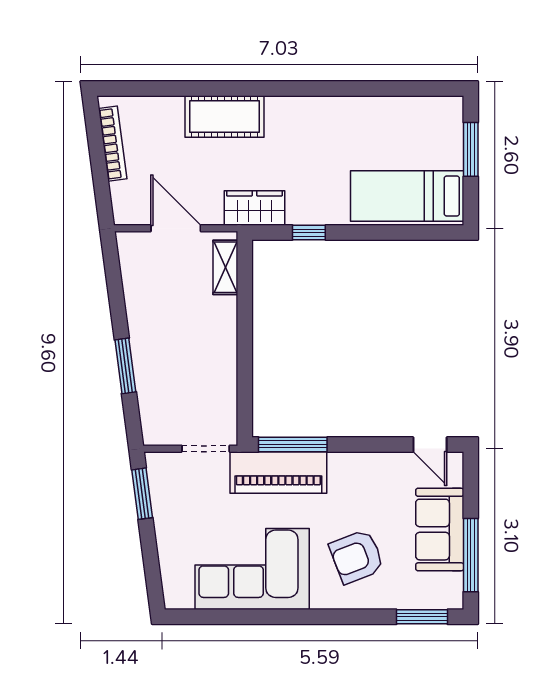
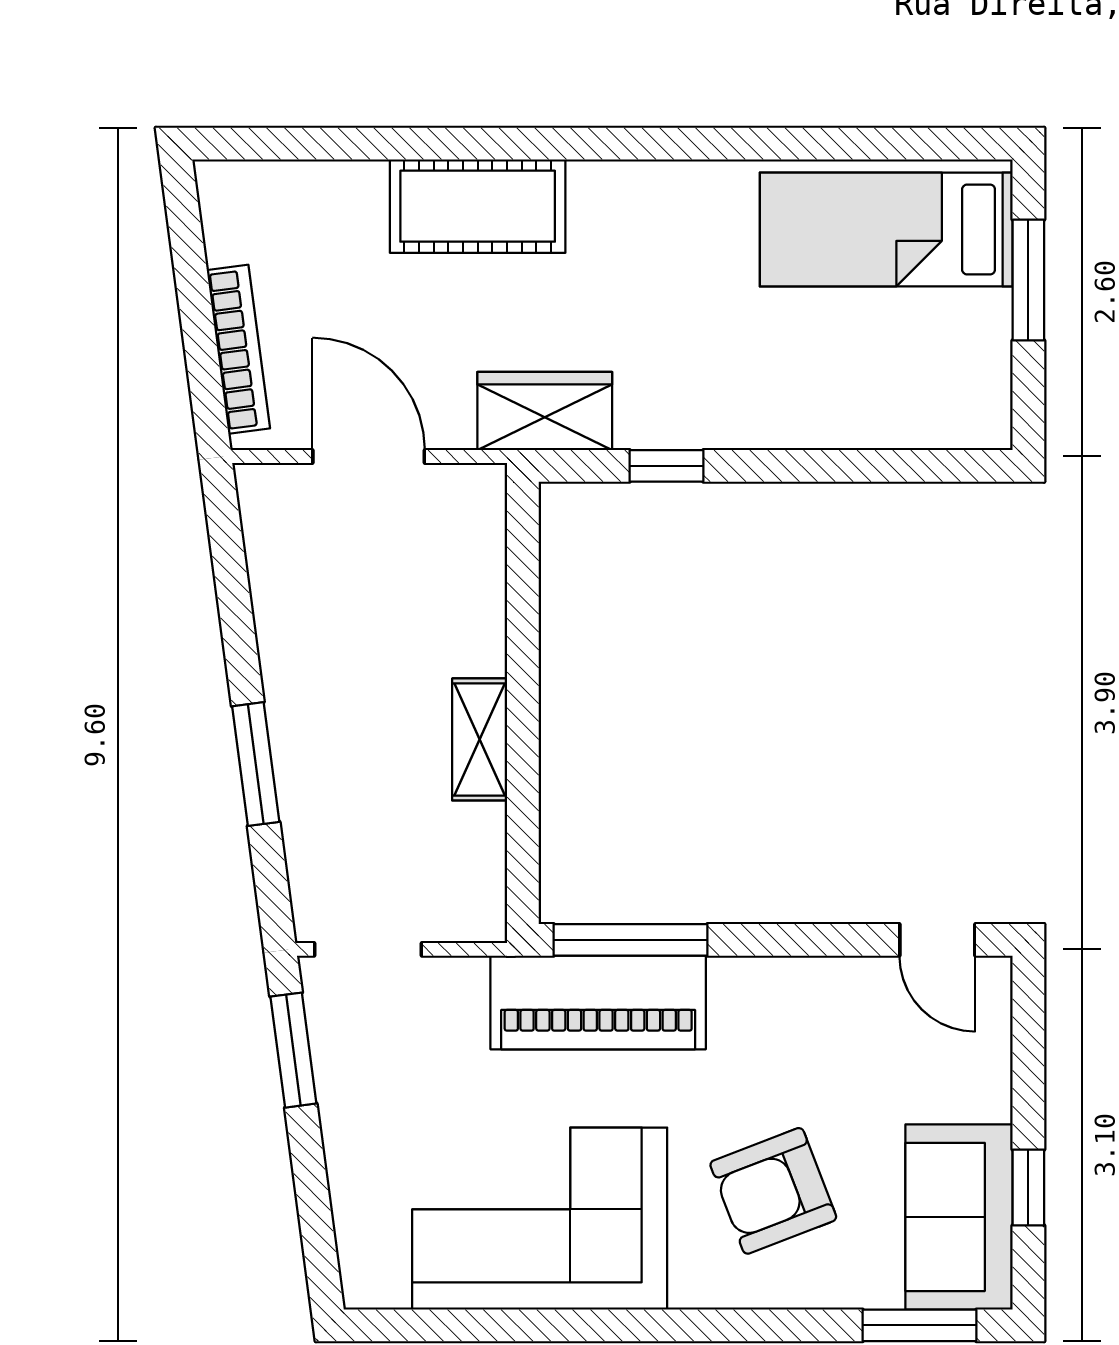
bookcase: (113, 144) -> (238, 349), moved
bed: (407, 196) -> (886, 230), moved
shelving: (225, 267) -> (480, 739), moved
doorway: (206, 449) -> (368, 949), moved
sofa: (440, 530) -> (959, 1217), moved
window: (471, 555) -> (1028, 1188), width x0.46

